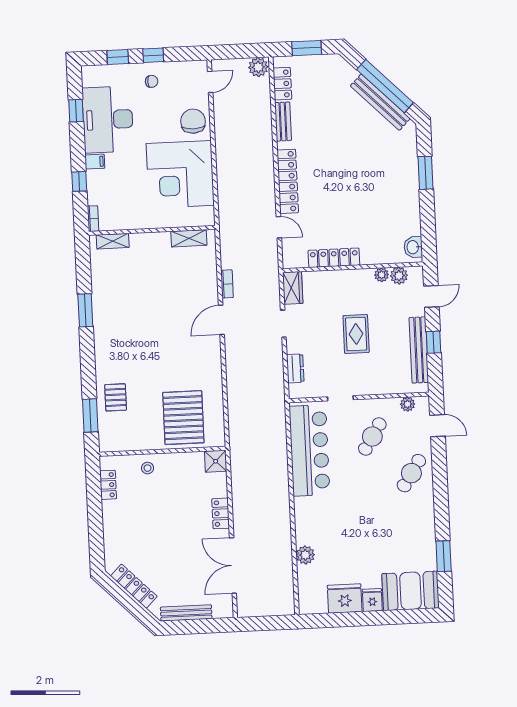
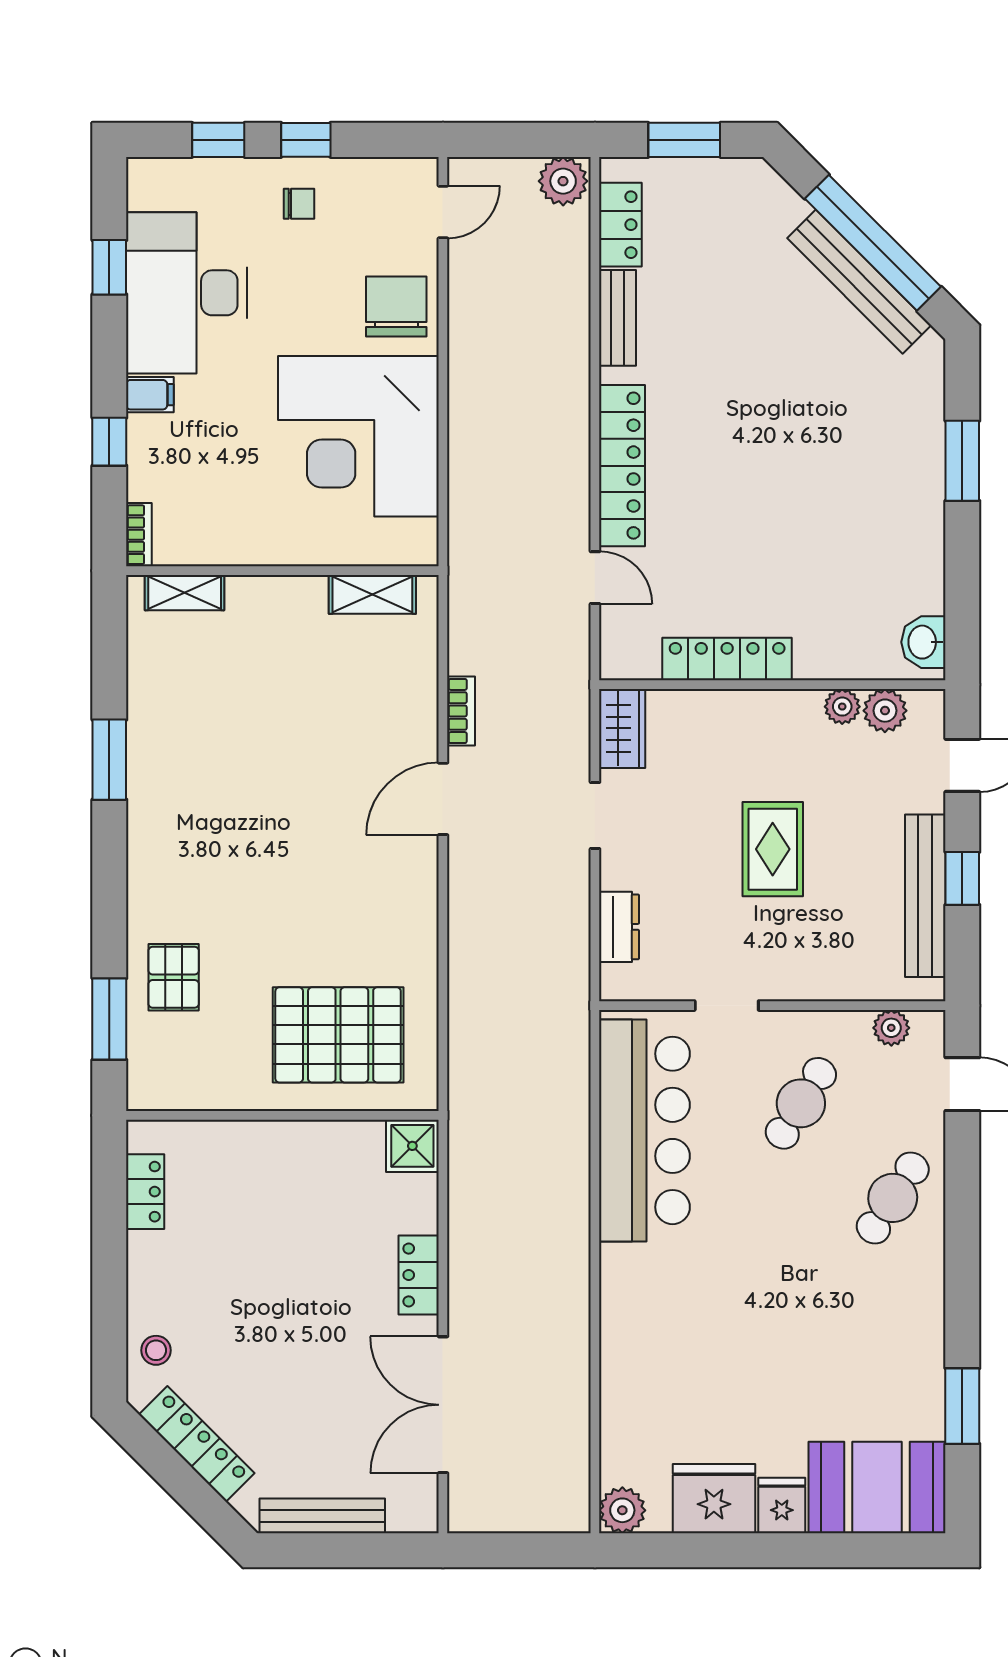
pallet: (183, 418) -> (338, 1035), turned 90
stool: (148, 468) -> (156, 1350), moved
plant: (305, 555) -> (622, 1510), moved

